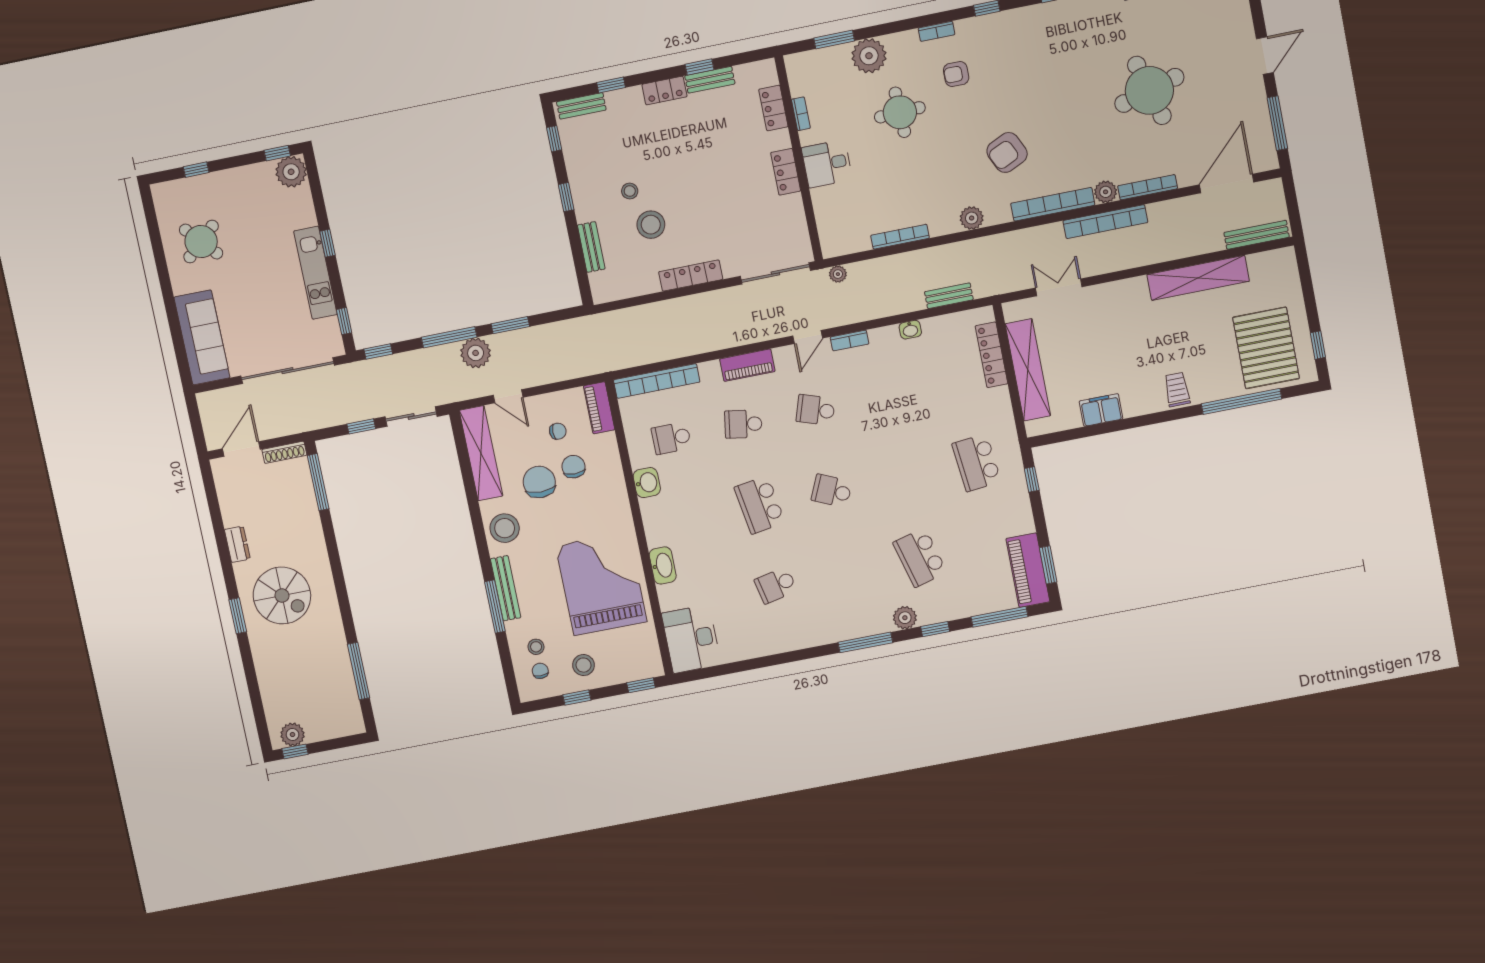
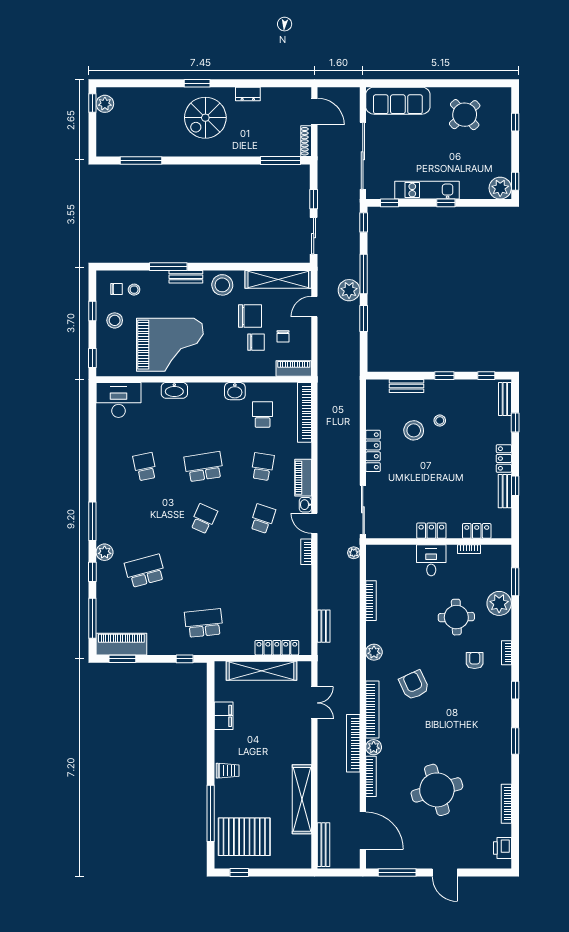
washbasin: (910, 330) -> (305, 505), moved
bench: (506, 588) -> (186, 277), width x0.73

